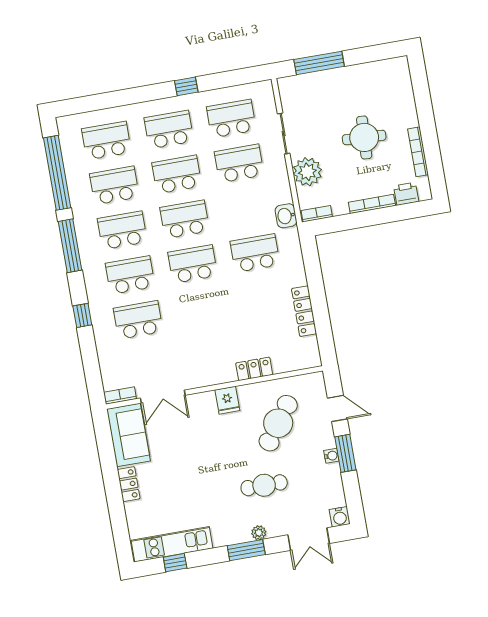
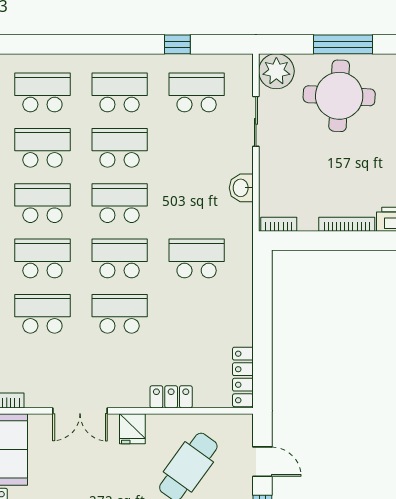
window: (319, 63) -> (343, 44), moved
window: (186, 86) -> (177, 44), moved
round table: (364, 137) -> (339, 96), moved, width x1.36, depth x1.36
school desk: (239, 163) -> (120, 314), moved
plant: (307, 172) -> (276, 71), moved
washbasin: (286, 216) -> (241, 188), moved
locker: (304, 311) -> (243, 377), moved
double door: (163, 397) -> (80, 411), moved

